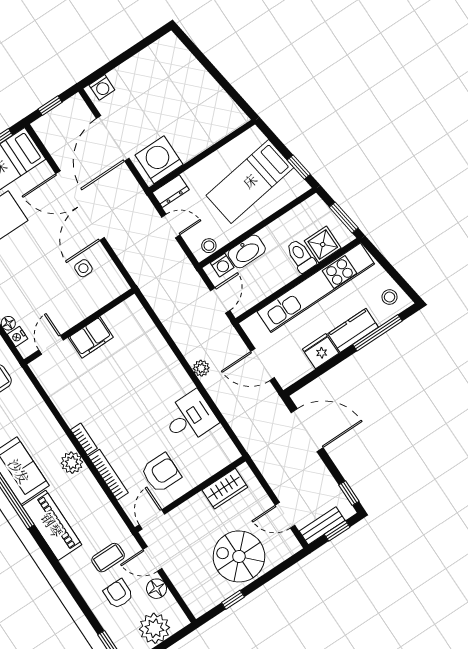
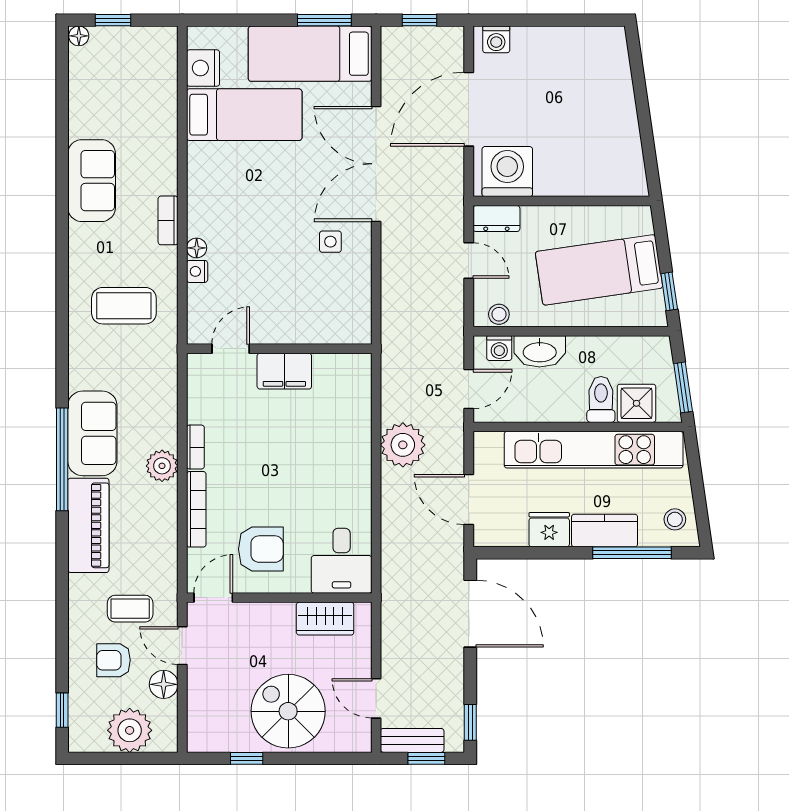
wall: (79, 326) -> (279, 349), moved
filing cabinet: (91, 337) -> (284, 371), moved
door: (51, 345) -> (231, 349), moved
plant: (201, 368) -> (403, 445), width x1.88, depth x1.88
desk: (190, 418) -> (342, 561), moved, turned 90
armchair: (118, 594) -> (114, 660), turned -90

